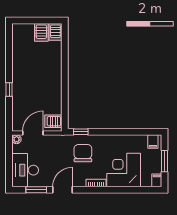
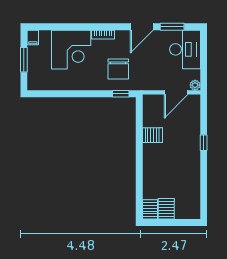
server rack: (53, 121) -> (152, 135), moved
filing cabinet: (153, 142) -> (37, 83), removed

